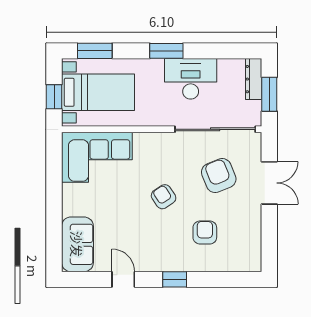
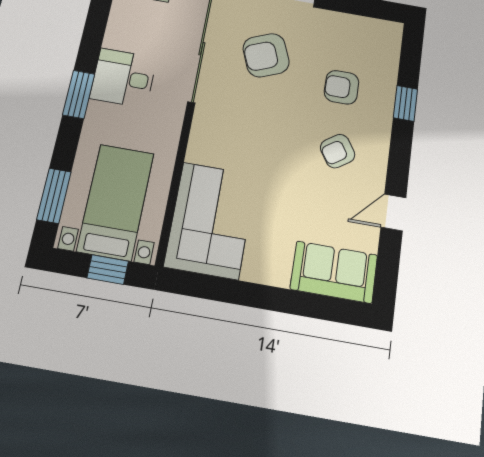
desk: (191, 79) -> (123, 78), width x0.73
armchair: (164, 197) -> (338, 151), moved
window: (175, 279) -> (406, 103), moved

